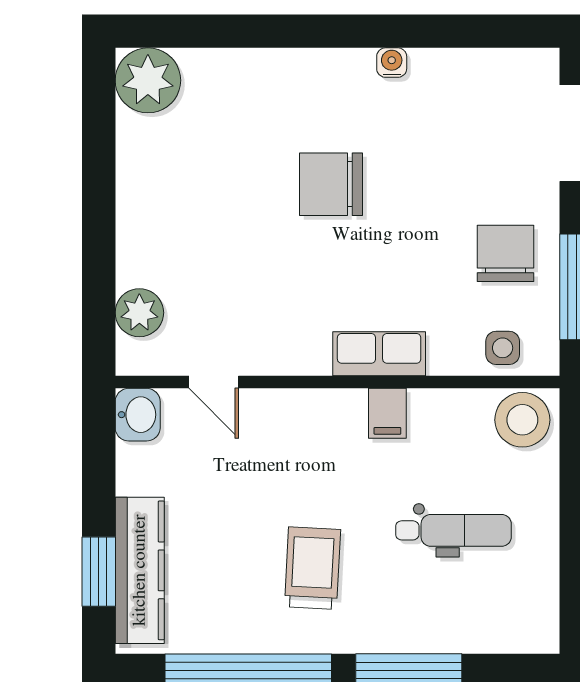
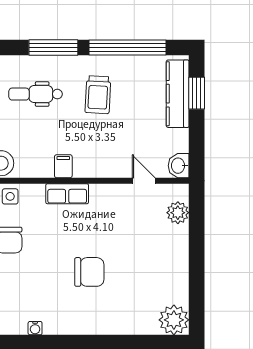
water cooler: (392, 63) -> (35, 328), moved
dental chair: (453, 530) -> (35, 94), moved

